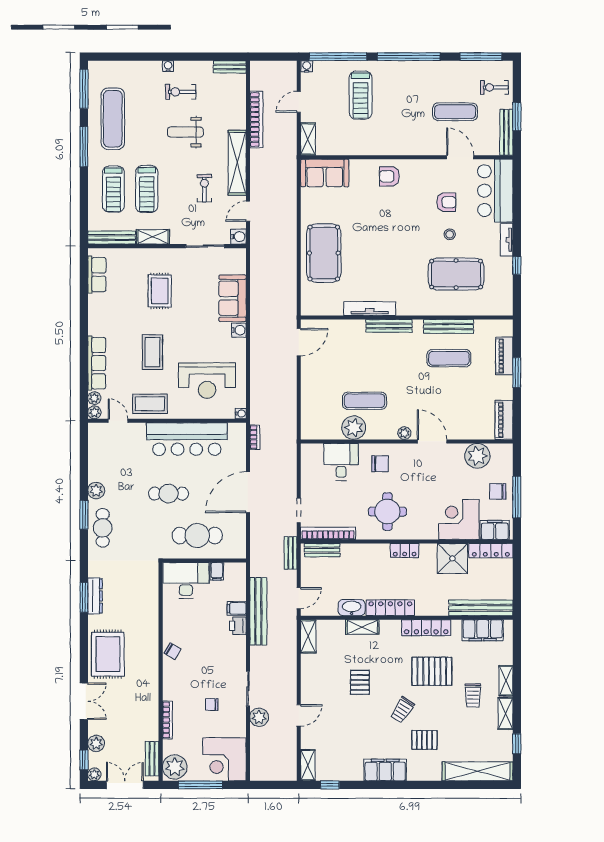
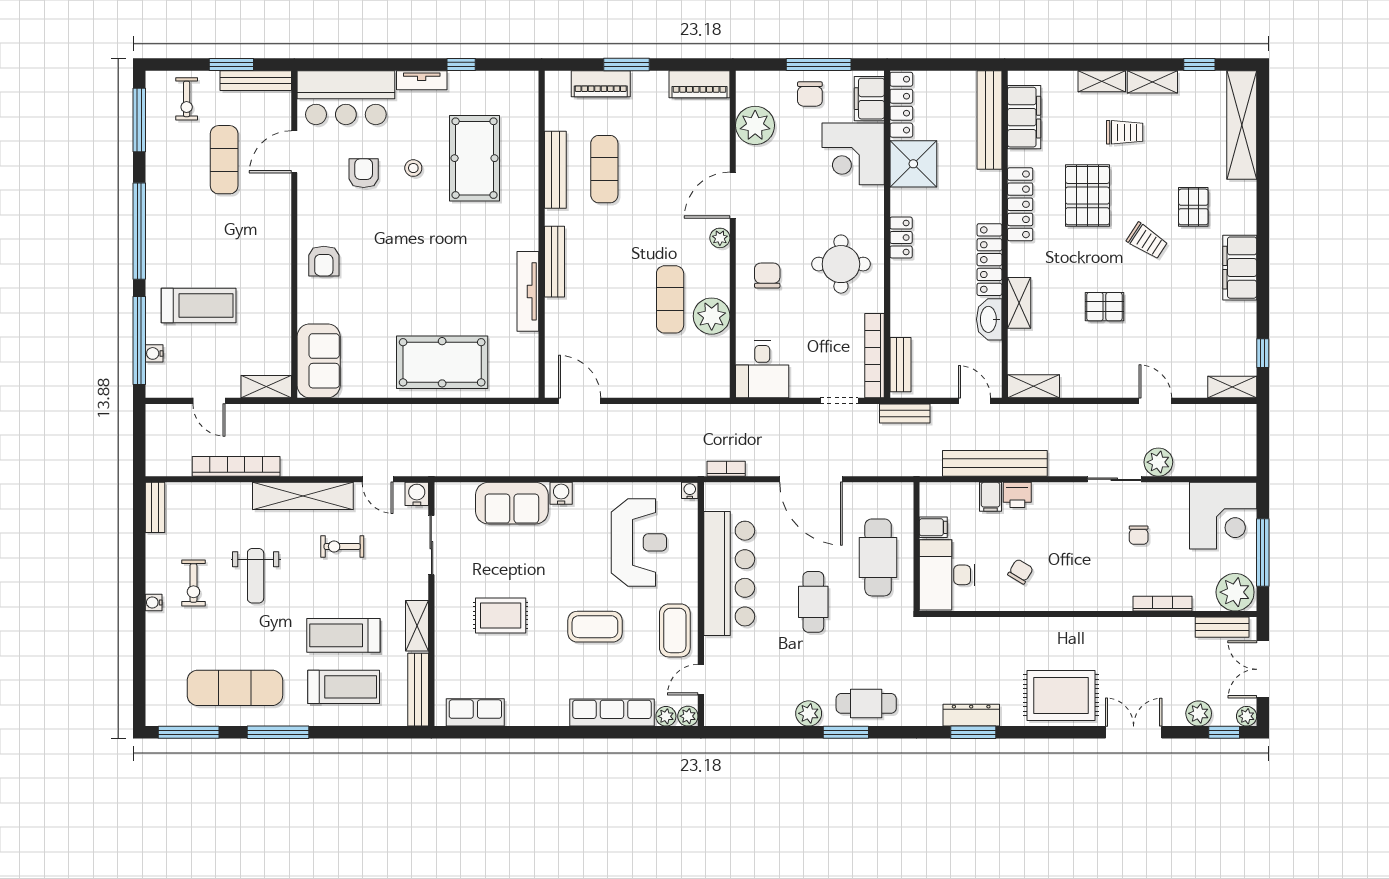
water cooler: (307, 66) -> (154, 353), moved
treadmill: (147, 189) -> (343, 635), turned 180
desk: (341, 462) -> (762, 369), moved, turned -90
chair: (172, 651) -> (1020, 572), moved

